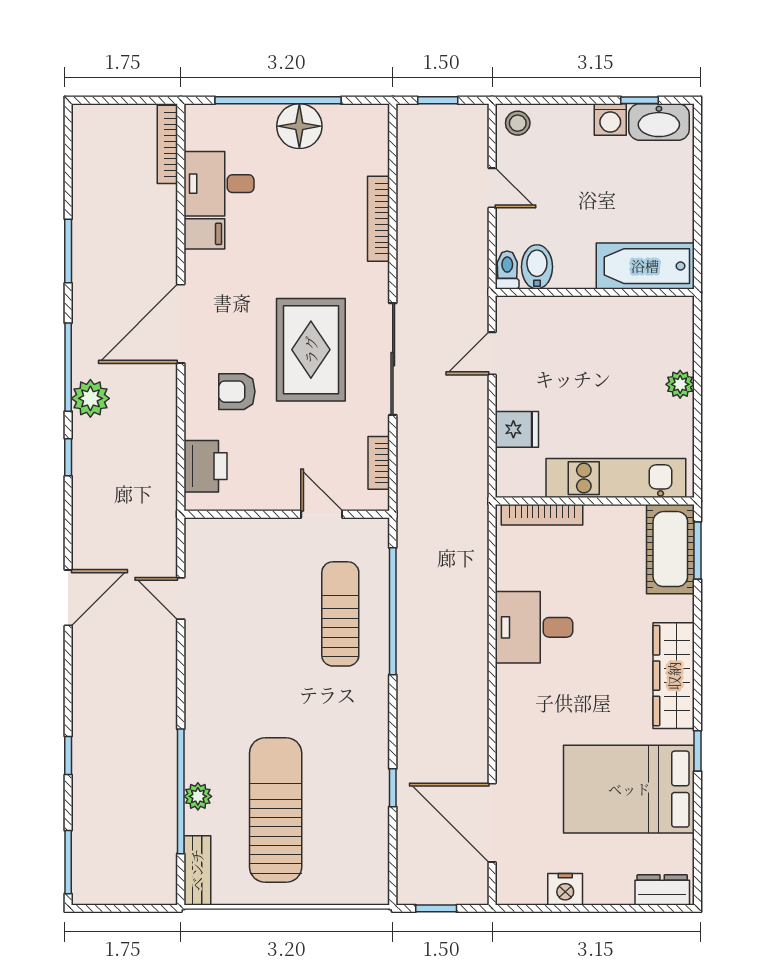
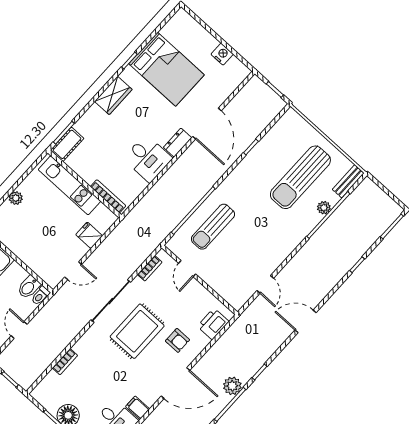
bookcase: (379, 219) -> (65, 362), width x0.64
cot: (670, 549) -> (67, 144), width x0.73, depth x0.75
wardrobe: (674, 676) -> (113, 95), width x0.67
door: (492, 823) -> (207, 124), moved
dresser: (662, 890) -> (178, 143), moved, turned 90

